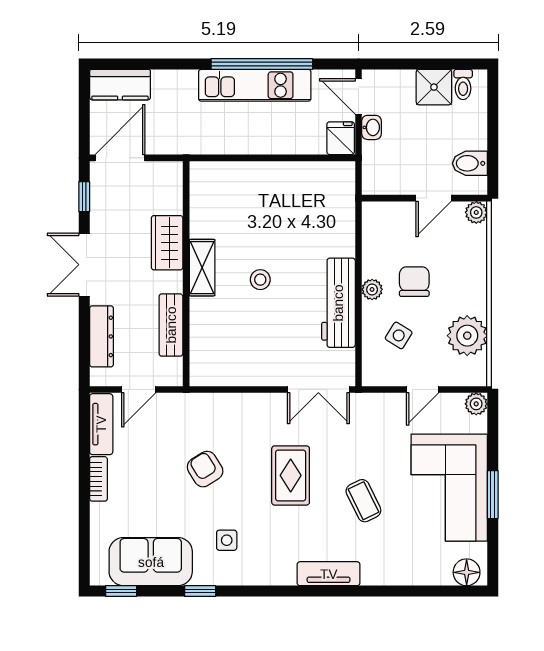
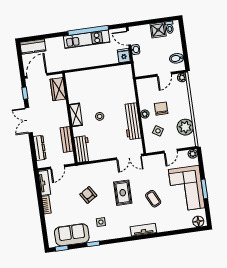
wardrobe: (167, 243) -> (58, 89), moved
workbench: (206, 354) -> (82, 149), added

